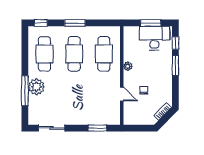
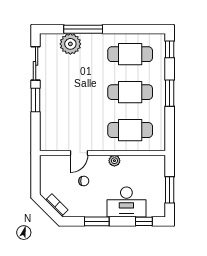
desk: (154, 38) -> (126, 202), moved, turned 90
window: (175, 66) -> (97, 221), moved
plant: (36, 87) -> (70, 44), moved
window: (97, 128) -> (36, 100), moved

